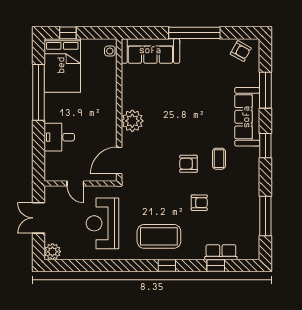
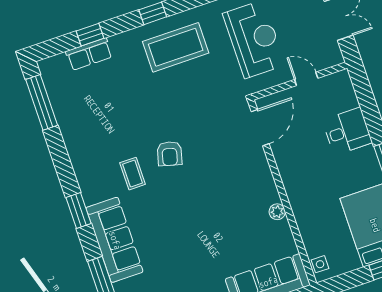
plant: (132, 121) -> (277, 212), moved, width x0.53, depth x0.53
armchair: (188, 164) -> (170, 154), turned 105
armchair: (199, 203) -> (139, 108), removed
window: (265, 216) -> (42, 102), moved

